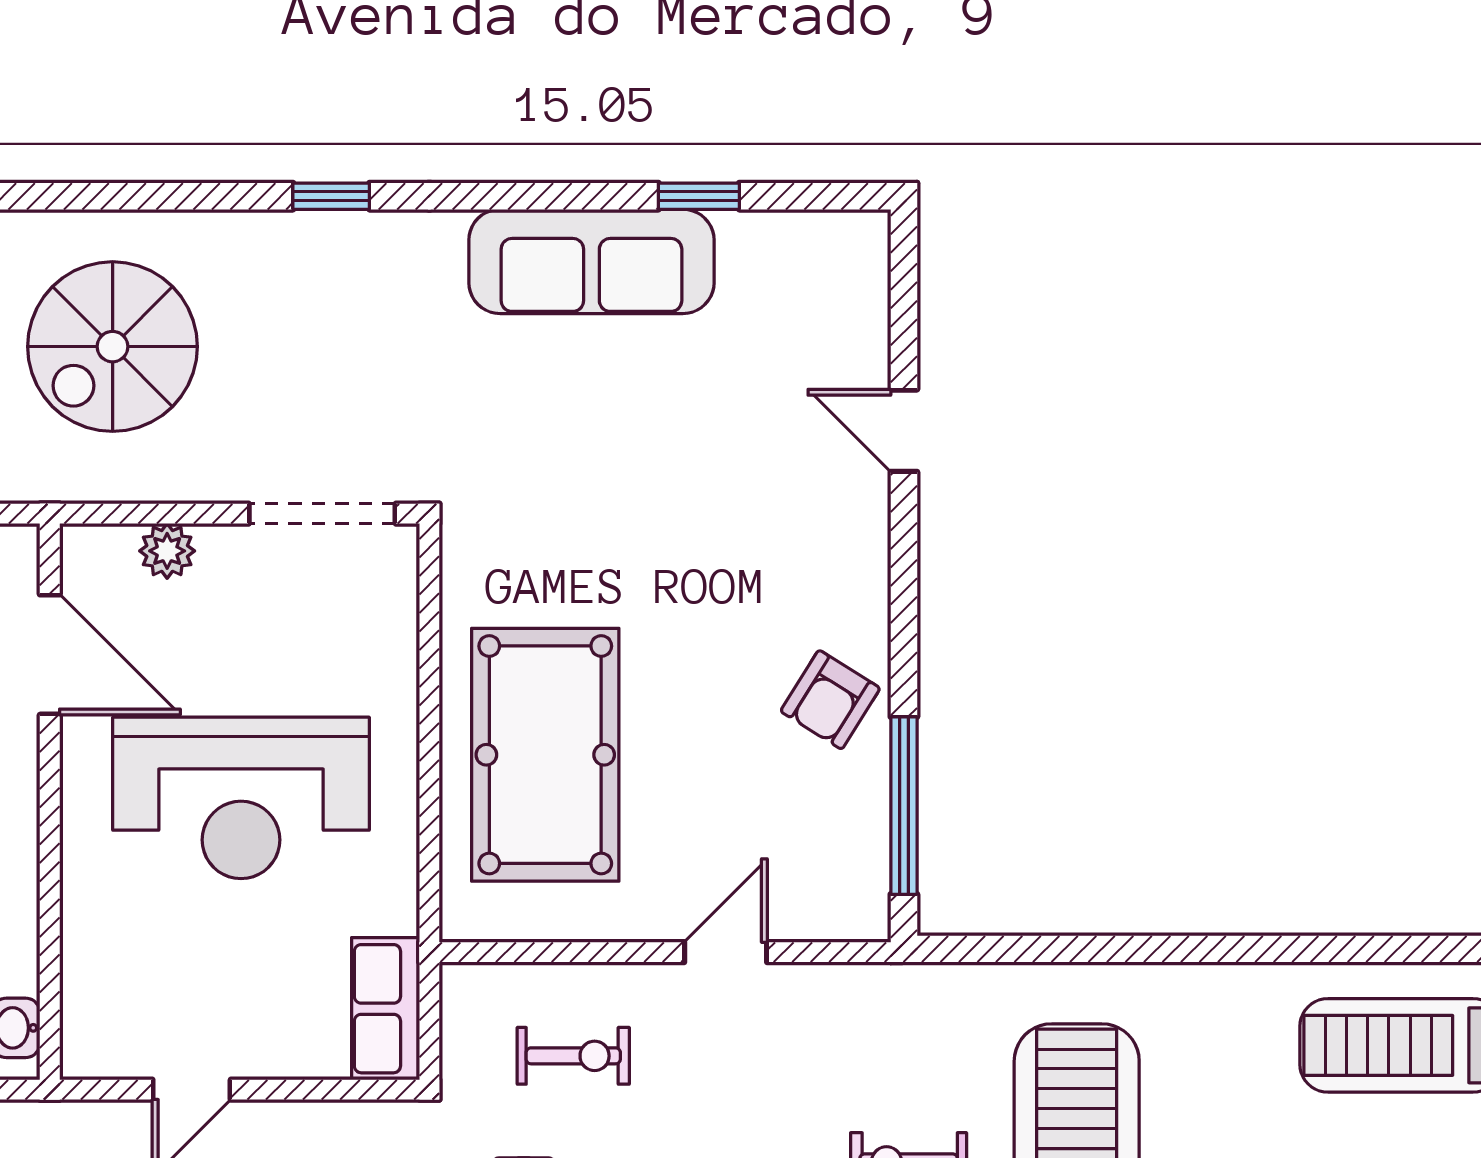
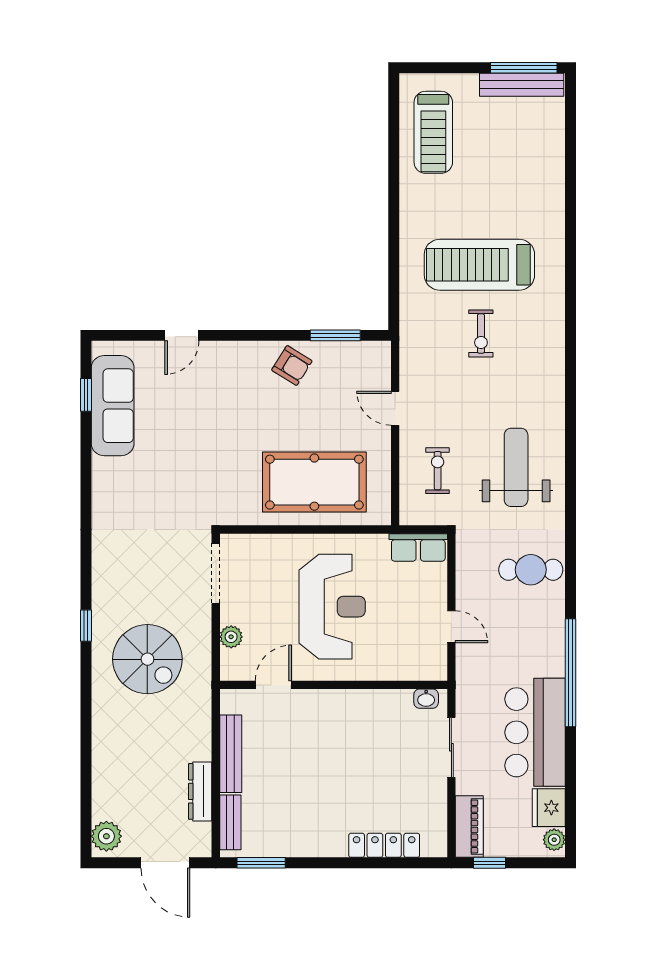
window: (331, 196) -> (86, 626), moved
window: (699, 196) -> (86, 395), moved
sofa: (591, 261) -> (113, 406), moved
door: (50, 655) -> (273, 685), width x0.73
window: (904, 806) -> (335, 335), width x0.69

